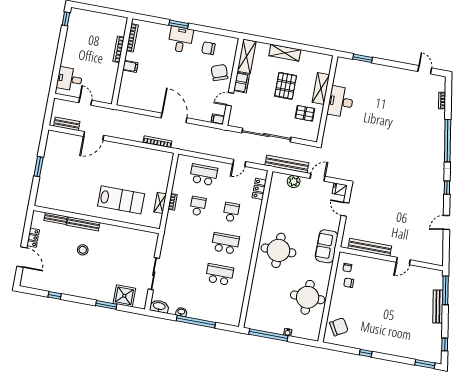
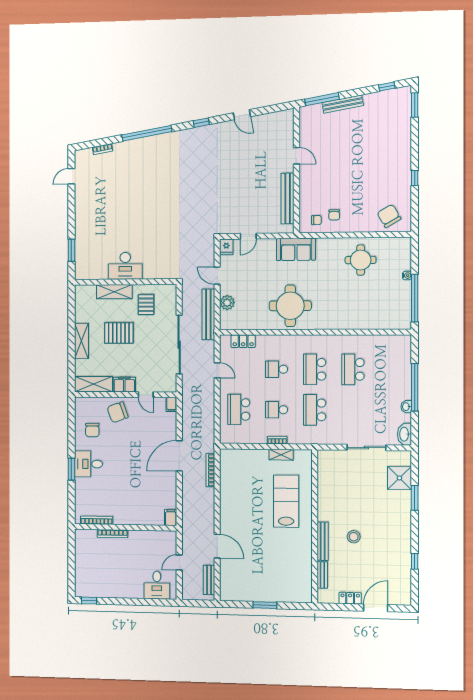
filing cabinet: (130, 66) -> (171, 518), moved
school desk: (192, 237) -> (315, 410), added
round table: (278, 250) -> (290, 306), moved
round table: (308, 297) -> (361, 260), width x0.73, depth x0.73

